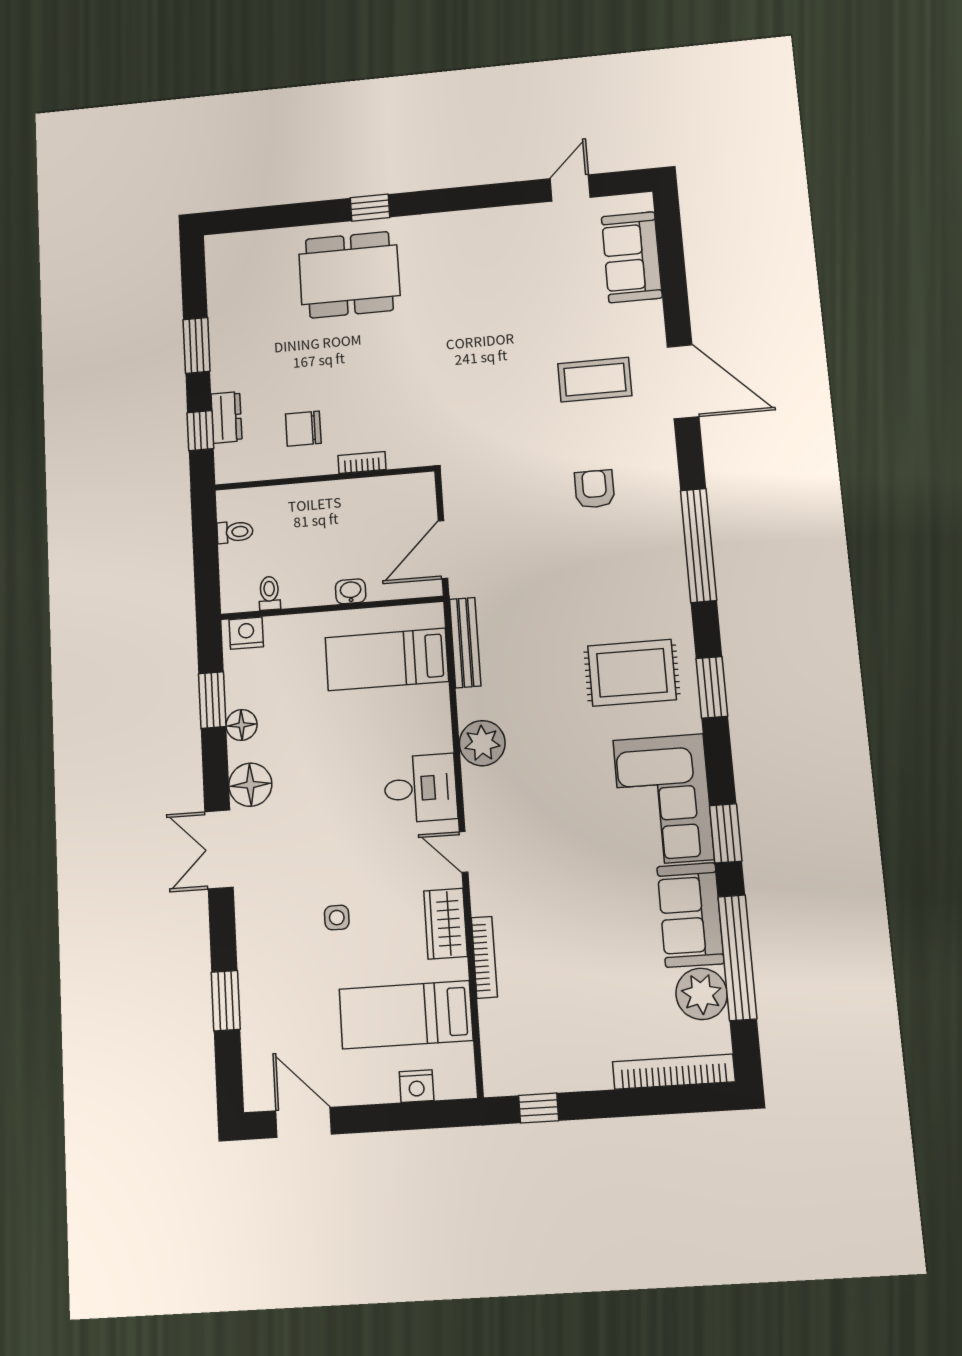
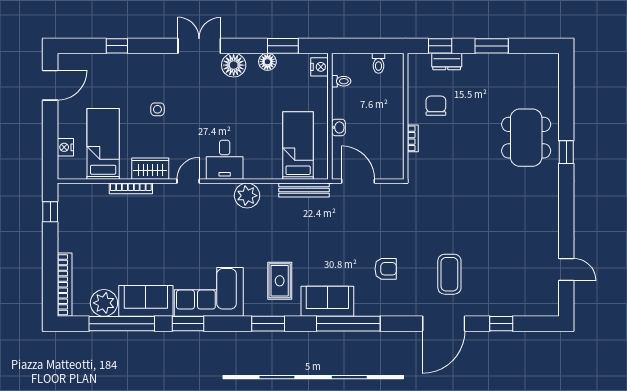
sofa: (632, 257) -> (327, 301), moved
window: (674, 285) -> (501, 324), added
rug: (632, 673) -> (280, 281), width x0.73, depth x0.70
window: (226, 1001) -> (117, 46), width x0.67

